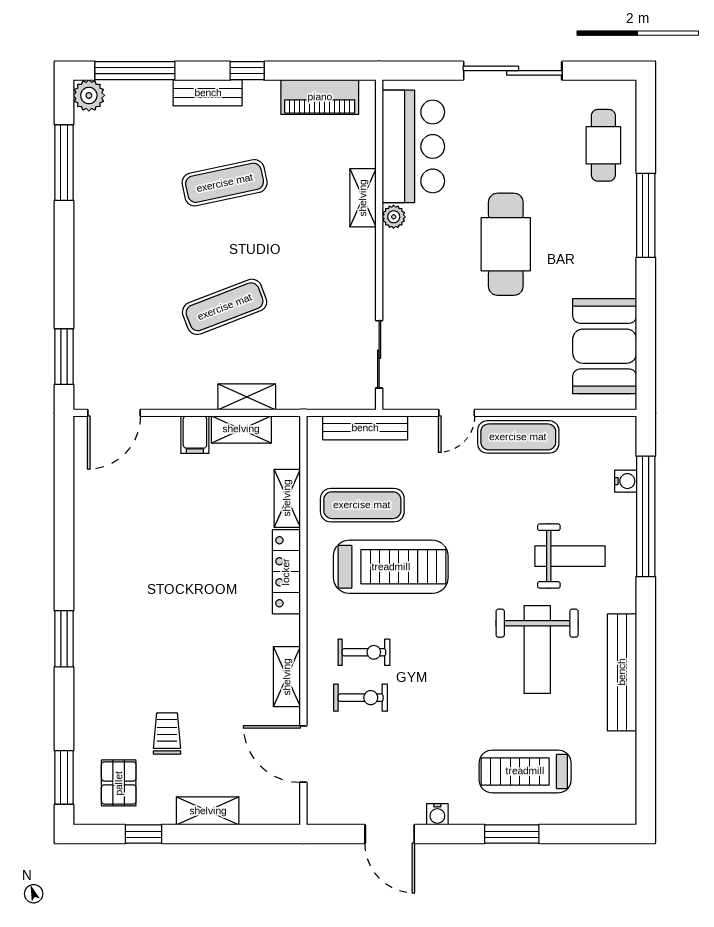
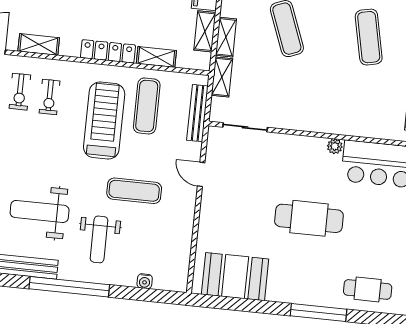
shelving: (363, 198) -> (222, 77), moved, turned 90
exercise mat: (518, 437) -> (134, 191), moved, turned 90
window: (646, 516) -> (69, 287), moved
treadmill: (391, 567) -> (104, 121), turned 180

